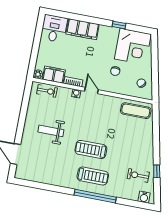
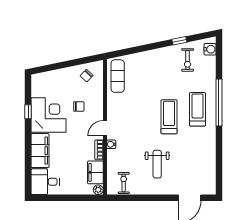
corner desk: (133, 47) -> (49, 115), moved
exercise bike: (47, 91) -> (124, 183), moved
treadmill: (91, 149) -> (169, 117), turned 180

